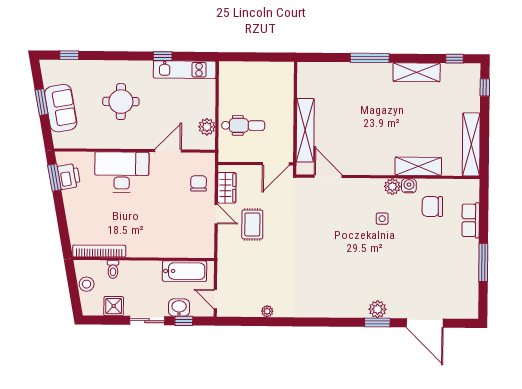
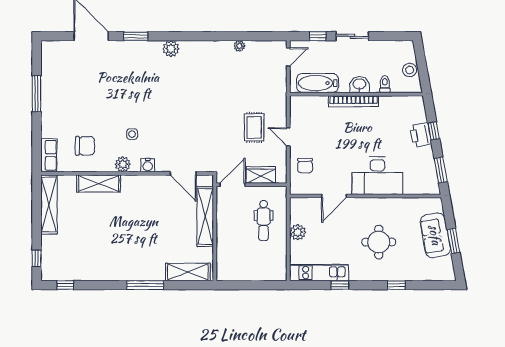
window: (69, 55) -> (396, 285), moved
shelving: (417, 72) -> (188, 272), moved
dental chair: (243, 125) -> (264, 221), turned -90
plant: (207, 127) -> (298, 232), moved
printer: (69, 176) -> (421, 135), moved
water cooler: (409, 186) -> (148, 165), moved
wardrobe: (227, 188) -> (261, 175), moved, turned 90
window: (62, 219) -> (434, 131), added
row of seats: (471, 220) -> (49, 155), moved
bookcase: (99, 251) -> (353, 101), moved
door: (215, 299) -> (288, 57), hinge flipped
shower: (114, 306) -> (384, 50), removed
washbasin: (179, 308) -> (359, 85), moved, turned 180
plant: (378, 309) -> (171, 49), moved

